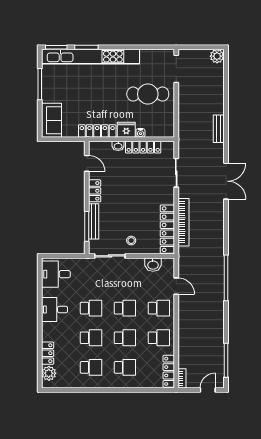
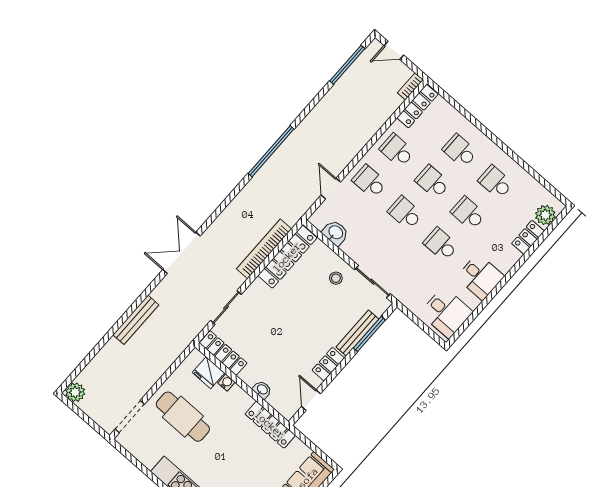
bench: (219, 129) -> (136, 320), width x1.36
fridge: (126, 130) -> (209, 373), moved
locker: (143, 147) -> (223, 353), moved

